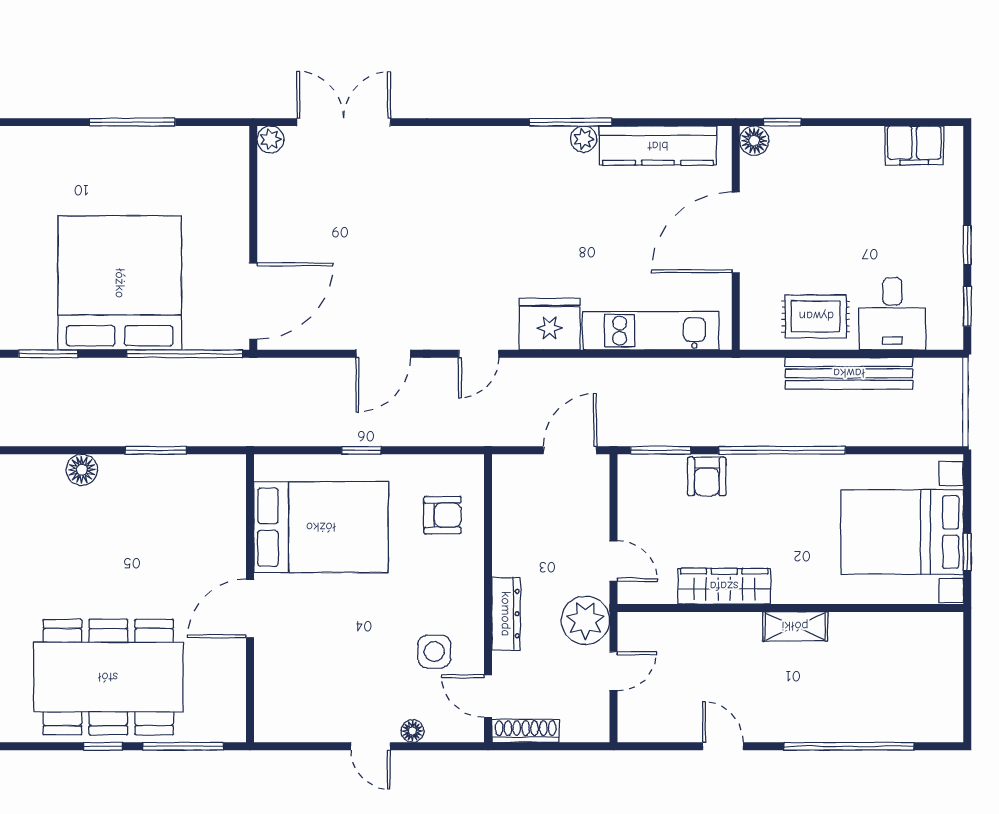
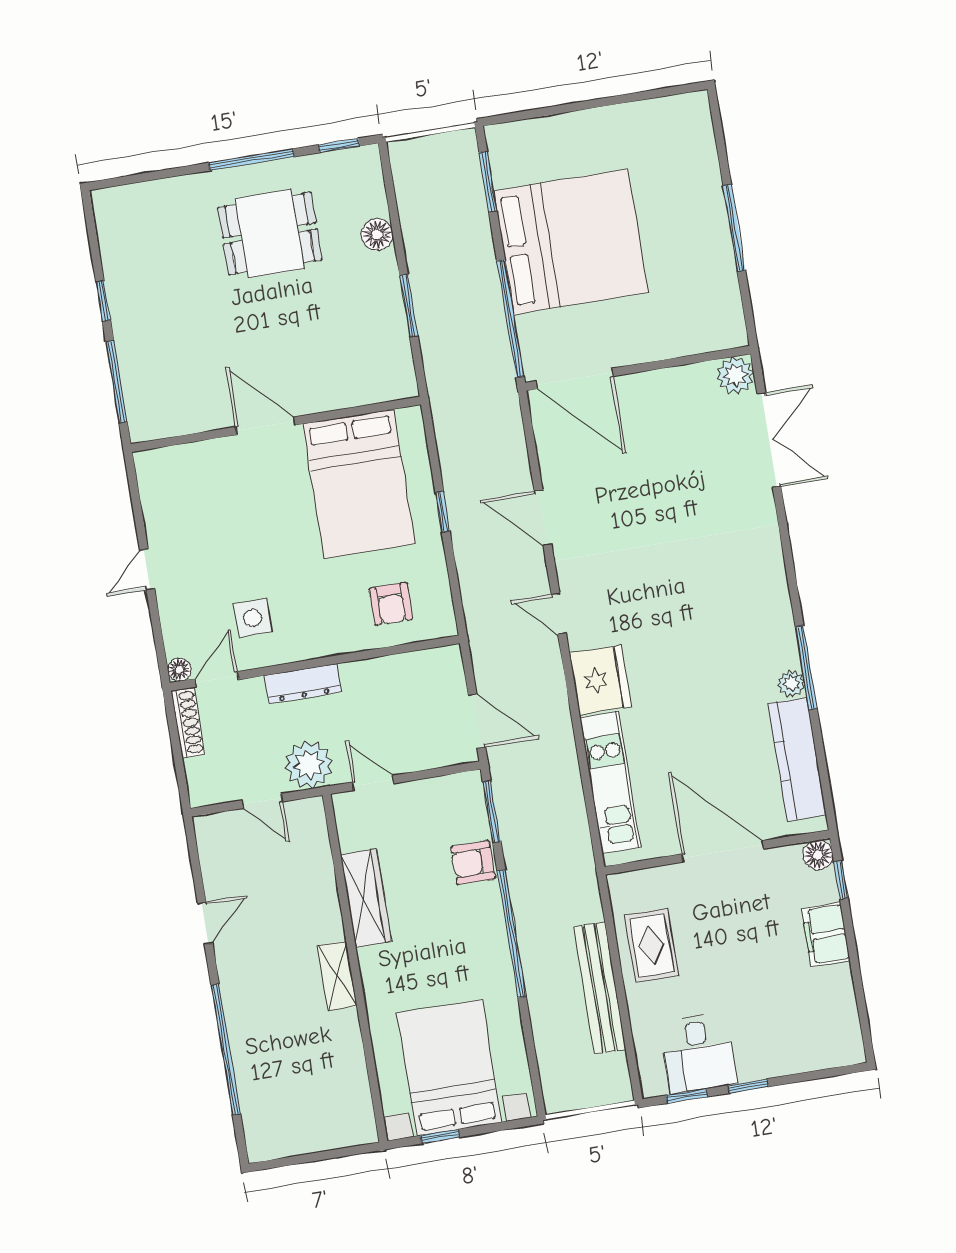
plant: (270, 139) -> (735, 375), width x1.38, depth x1.38
filing cabinet: (914, 145) -> (826, 934), moved
desk: (892, 314) -> (698, 1053), moved, turned -90
door: (613, 561) -> (373, 783), swing flipped
dining table: (108, 677) -> (270, 234), moved, width x0.53, depth x0.80
floor lamp: (412, 731) -> (179, 670), moved

